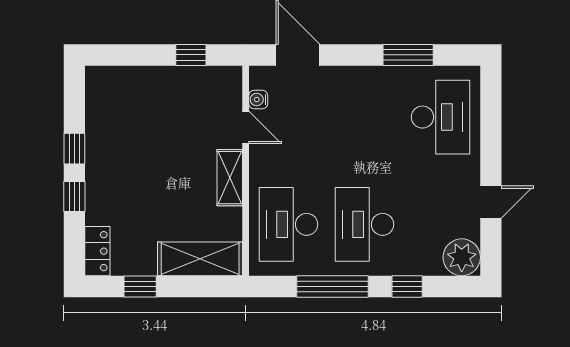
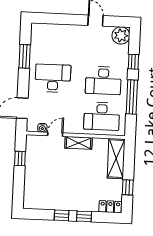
desk: (441, 117) -> (53, 78), moved

